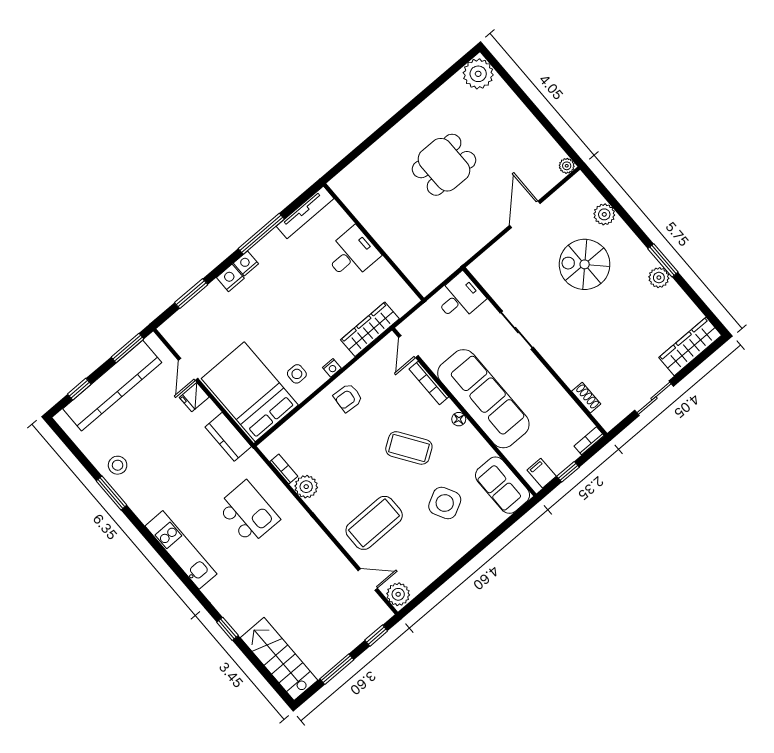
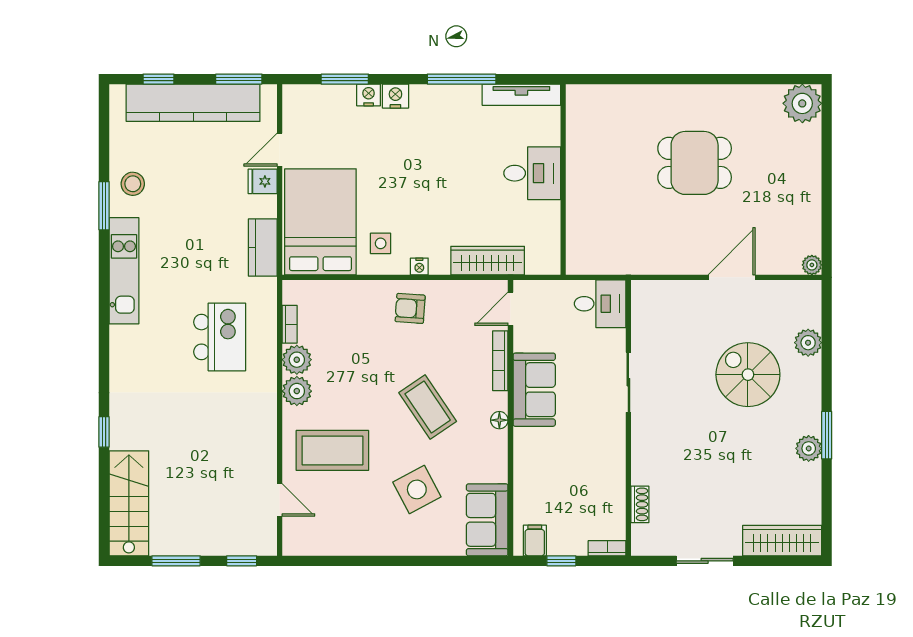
nightstand: (246, 263) -> (369, 95), moved
sofa: (483, 399) -> (534, 390), width x0.54, depth x0.79
kitchen unit: (181, 550) -> (124, 271), moved
plant: (398, 594) -> (297, 391), moved

